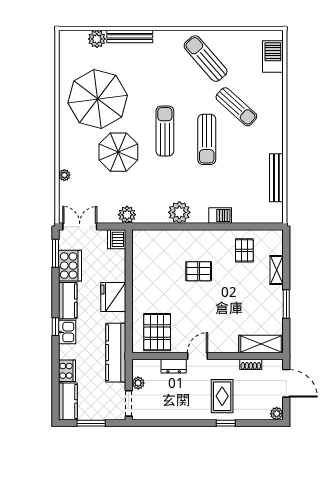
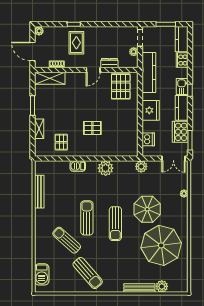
dishwasher: (117, 239) -> (148, 139), moved

